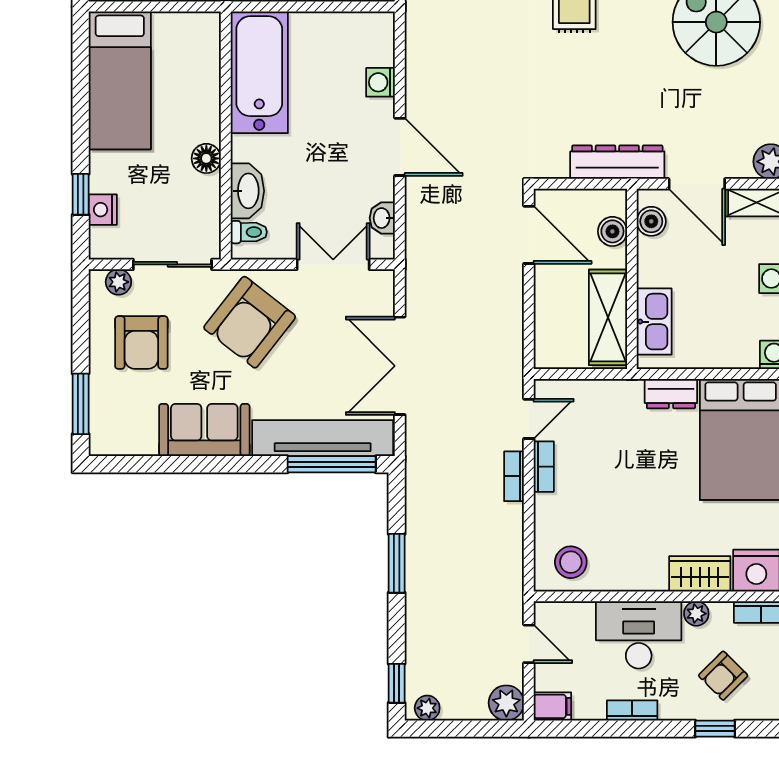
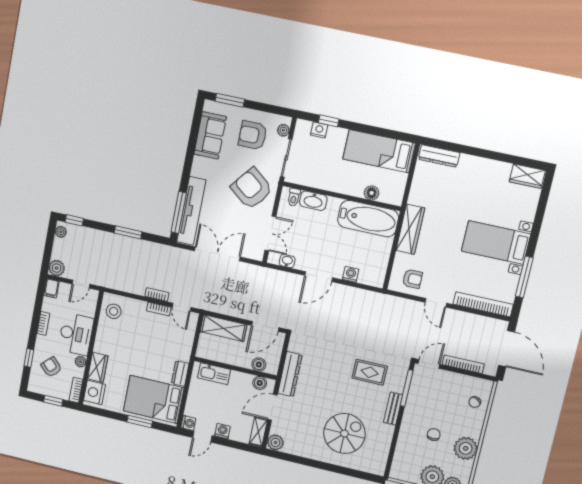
floor lamp: (206, 158) -> (372, 193), moved
shelving: (608, 317) -> (223, 328), moved
sofa: (204, 430) -> (210, 135), moved

